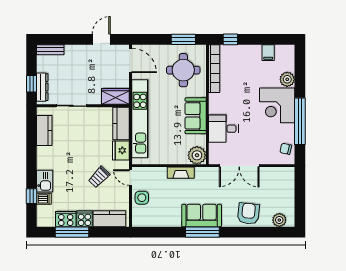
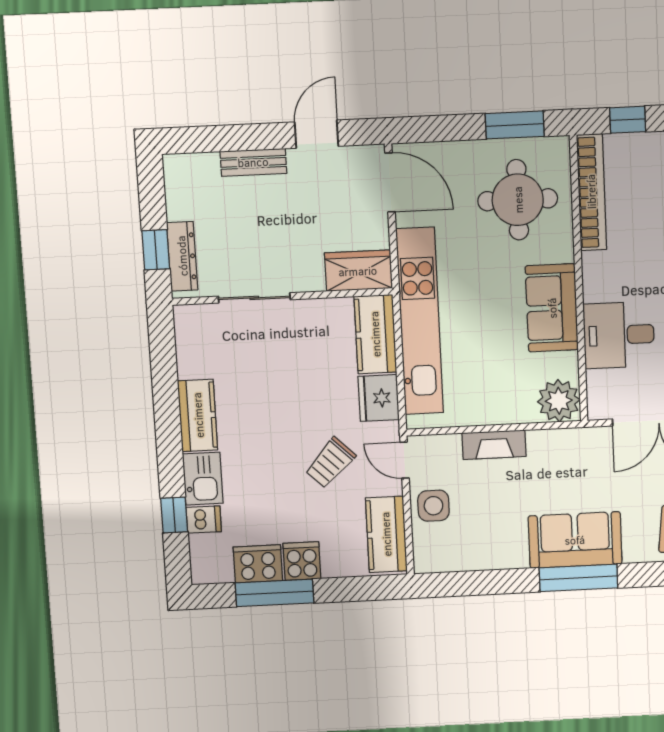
bench: (50, 50) -> (253, 162), moved
kitchen counter: (44, 130) -> (198, 415), moved
fireplace: (181, 173) -> (494, 445), moved
kitchen counter: (109, 219) -> (386, 534), moved, turned -90

